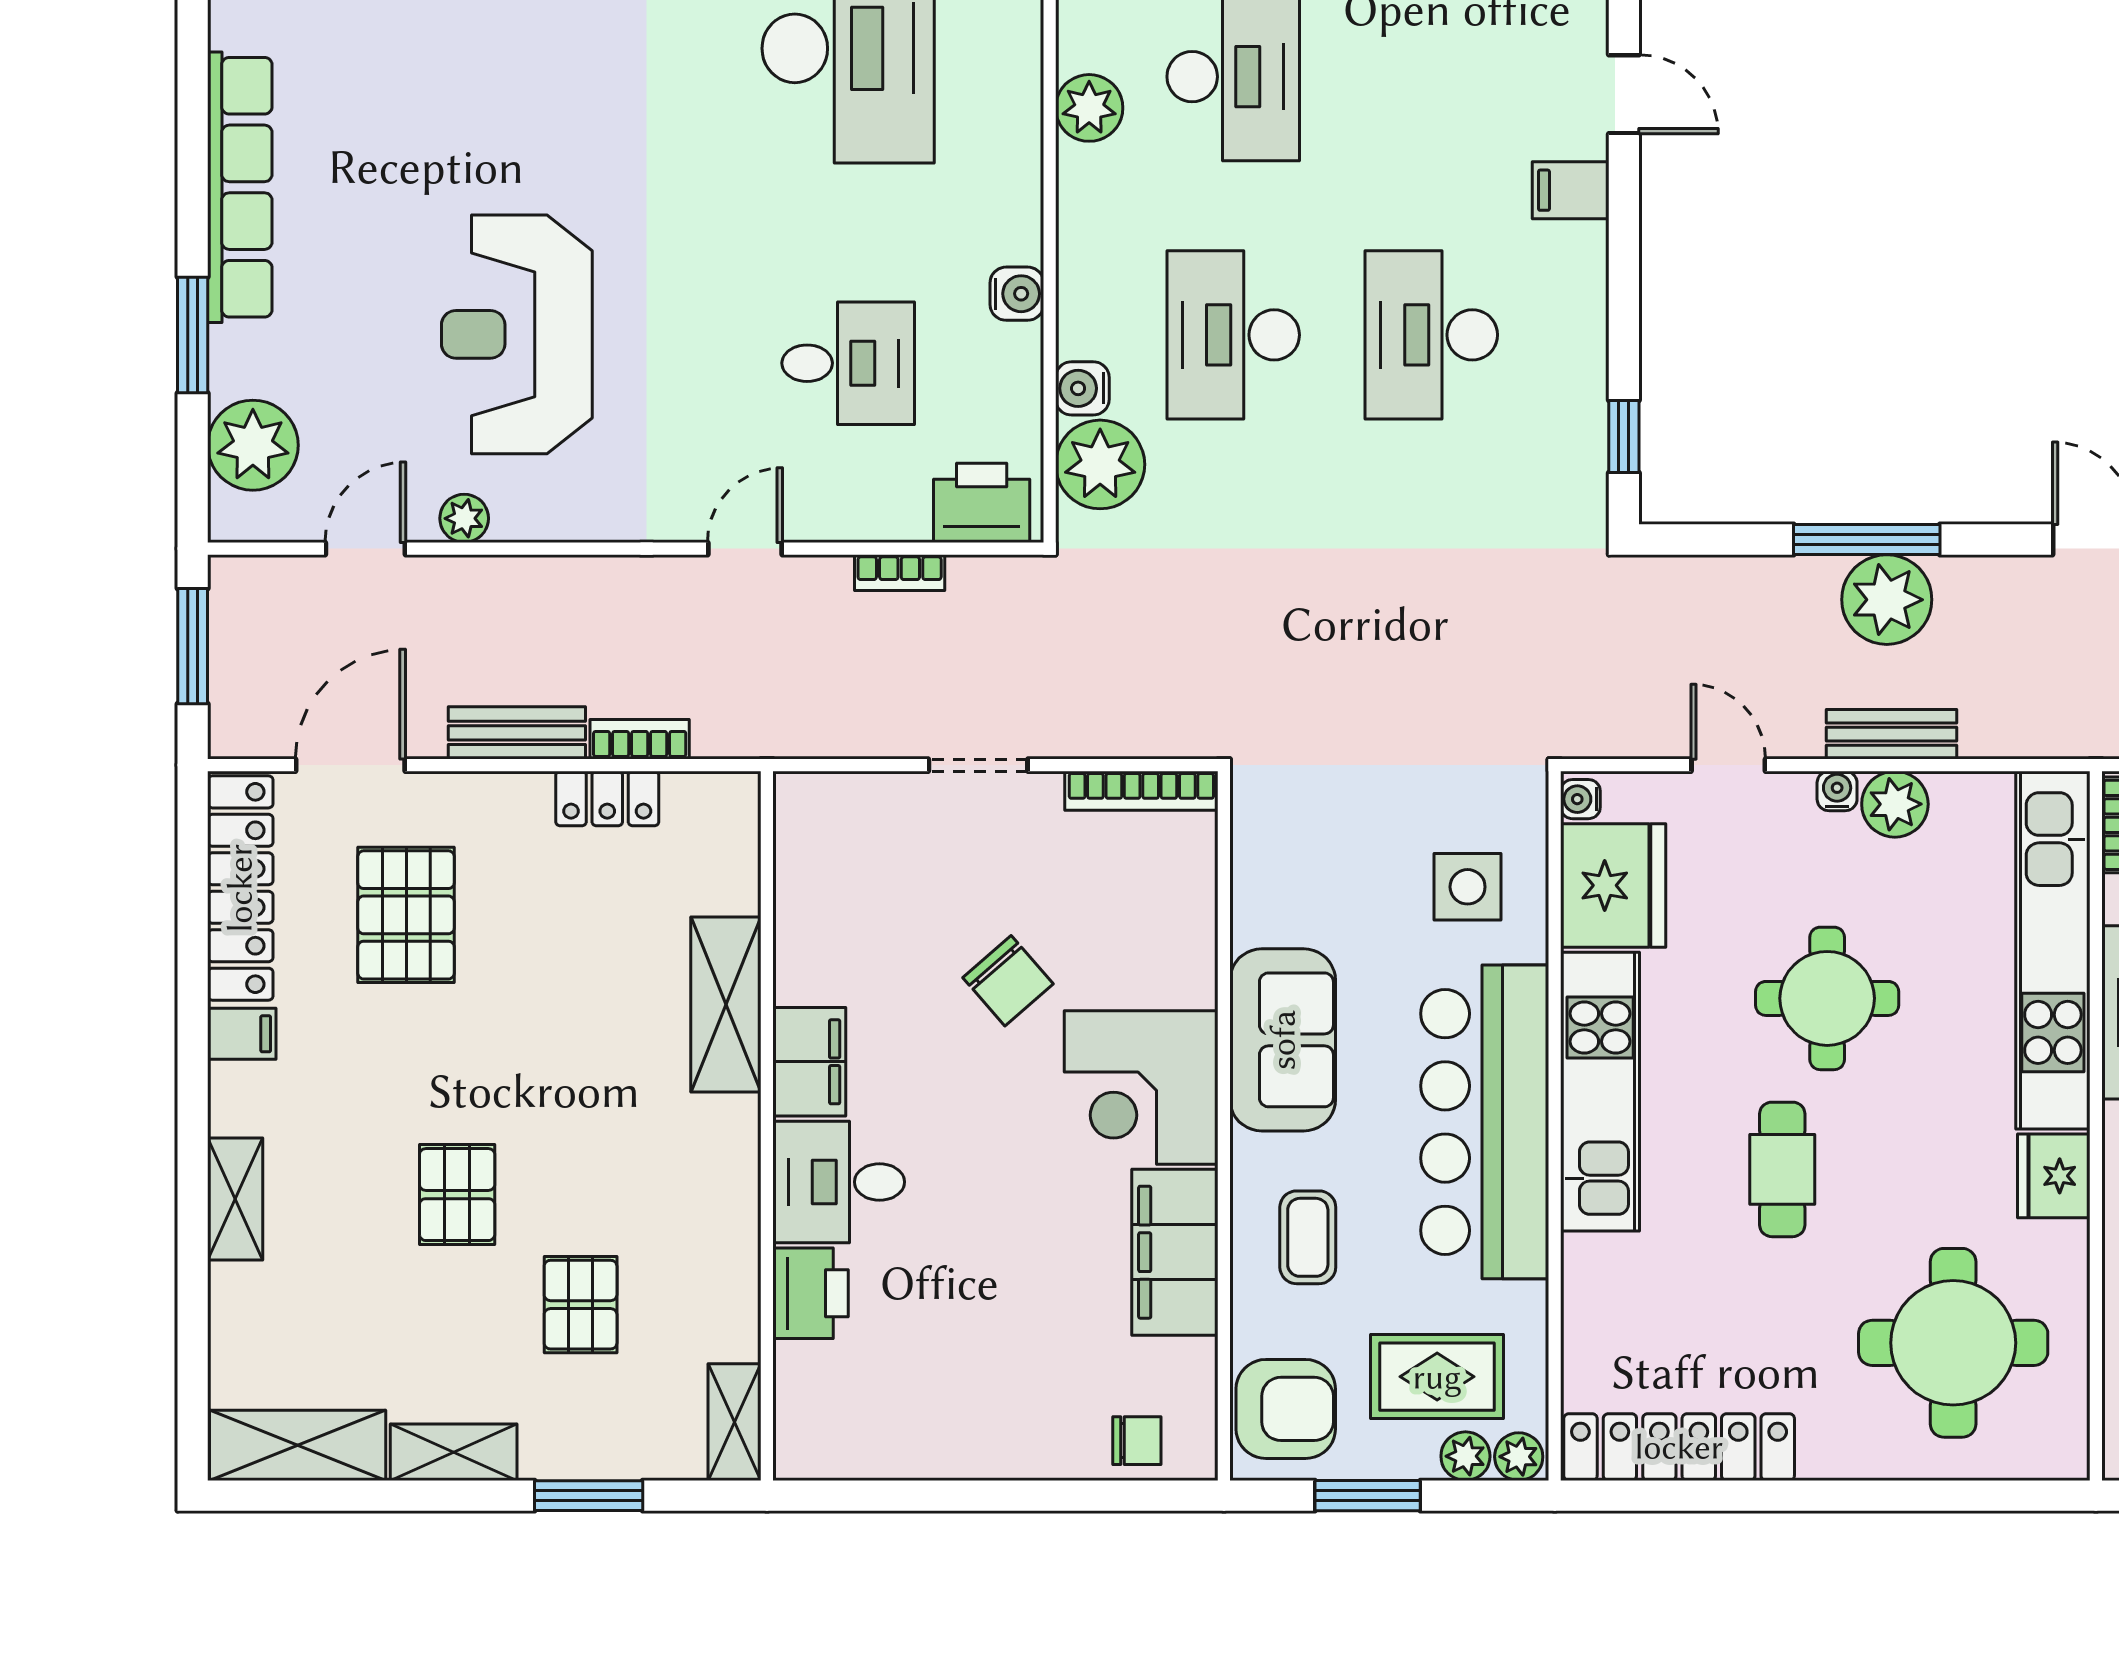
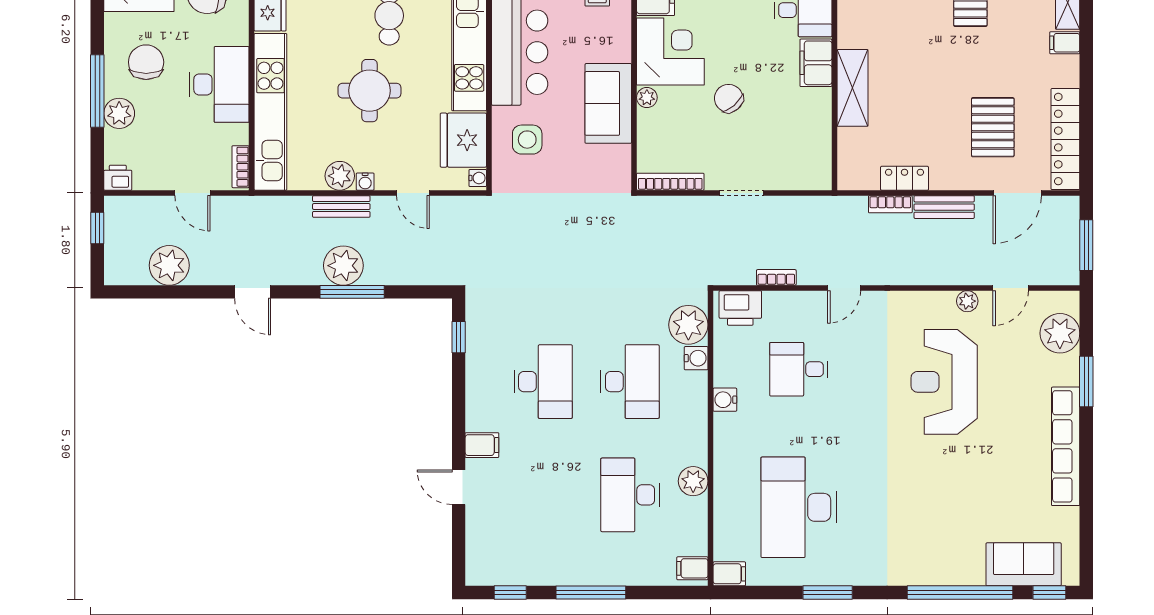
reception desk: (517, 334) -> (944, 382), turned 180
plant: (1195, 983) -> (647, 98), added
filing cabinet: (242, 1034) -> (1065, 43), moved
sofa: (1283, 1040) -> (608, 103), moved

